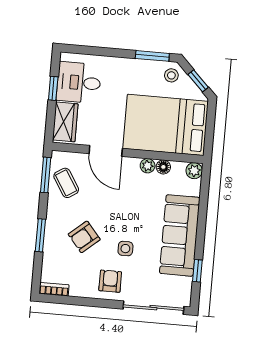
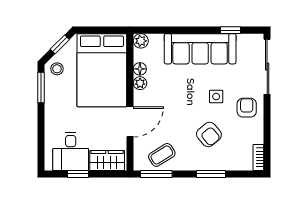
armchair: (110, 281) -> (247, 108), turned 90

